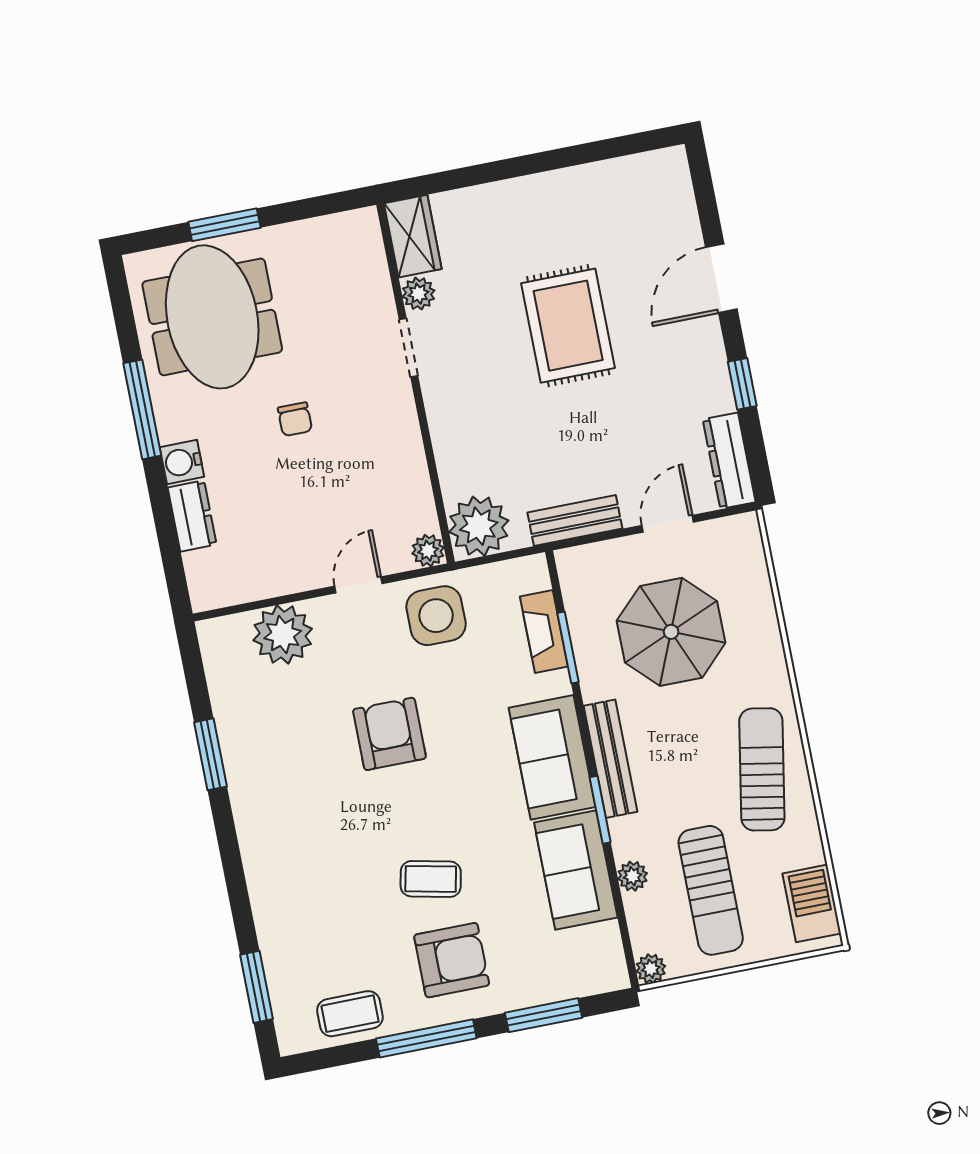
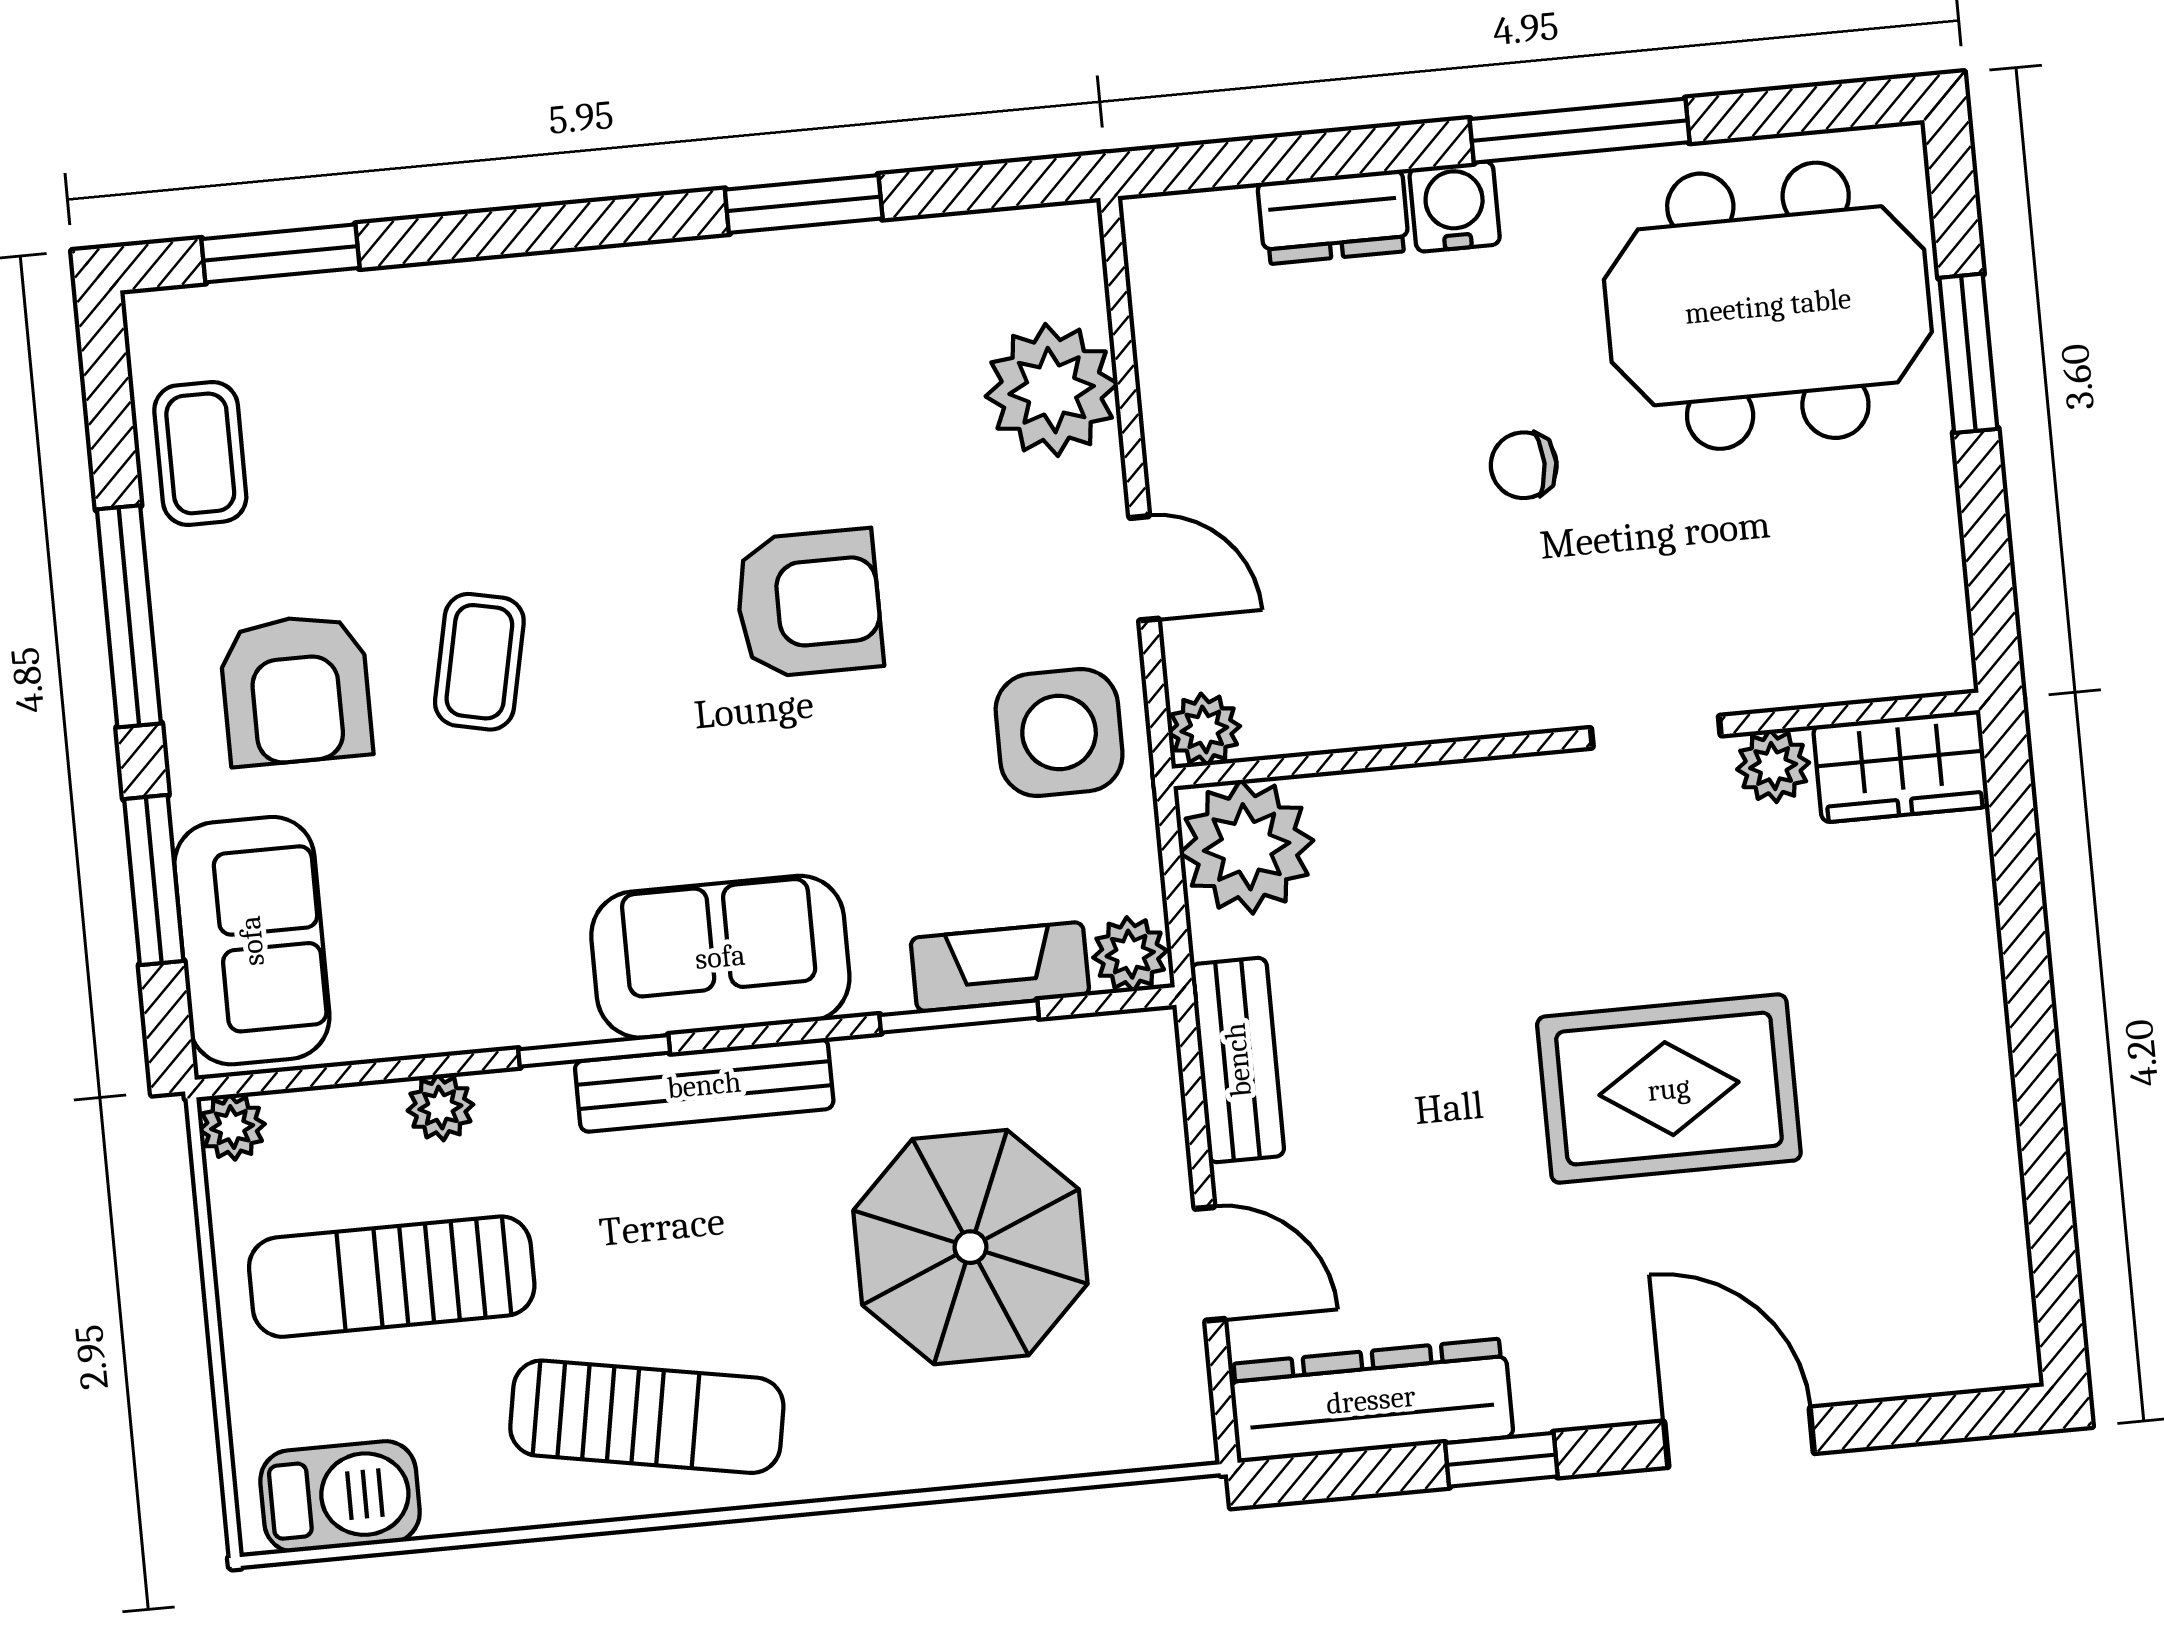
dresser: (729, 461) -> (1371, 1400), width x1.37, depth x1.24
plant: (532, 574) -> (1130, 954), added
sofa: (576, 870) -> (252, 941), moved, turned 90

